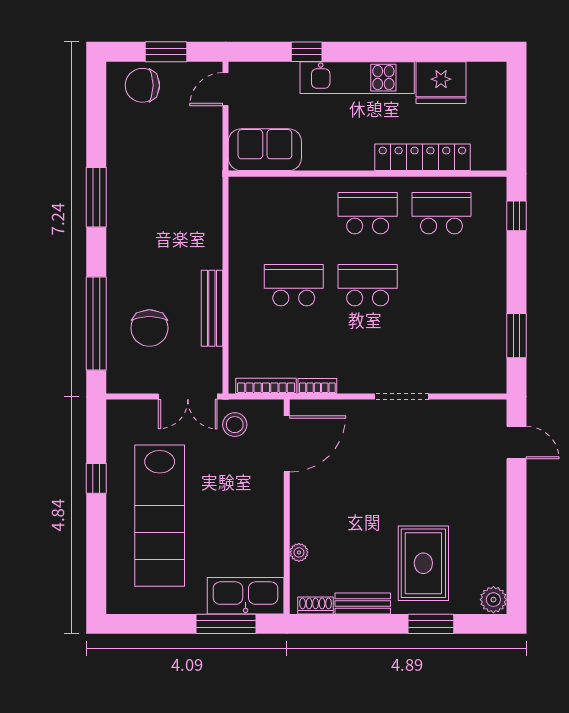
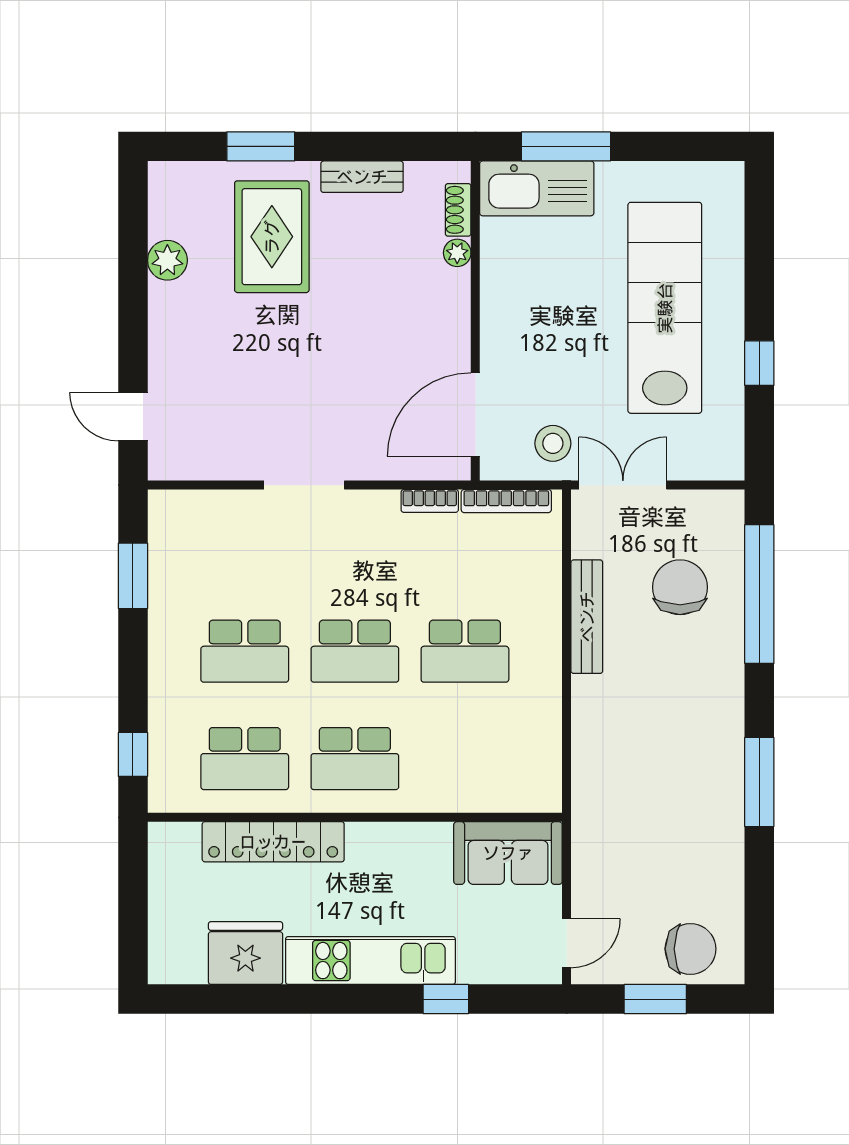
school desk: (441, 285) -> (245, 651), added
plant: (493, 600) -> (167, 260), moved
shoe rack: (316, 605) -> (458, 210), moved, turned 90

